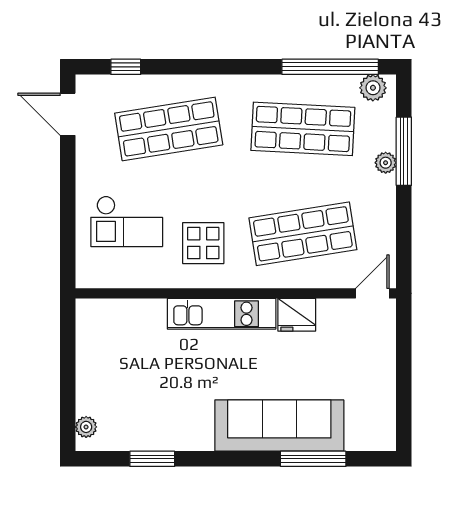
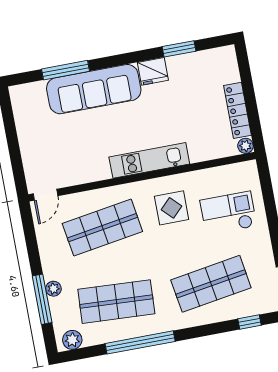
window: (330, 67) -> (140, 342), moved
fridge: (297, 315) -> (153, 71), moved, turned 180
locker: (88, 360) -> (238, 110), added
plant: (86, 427) -> (245, 146), moved

